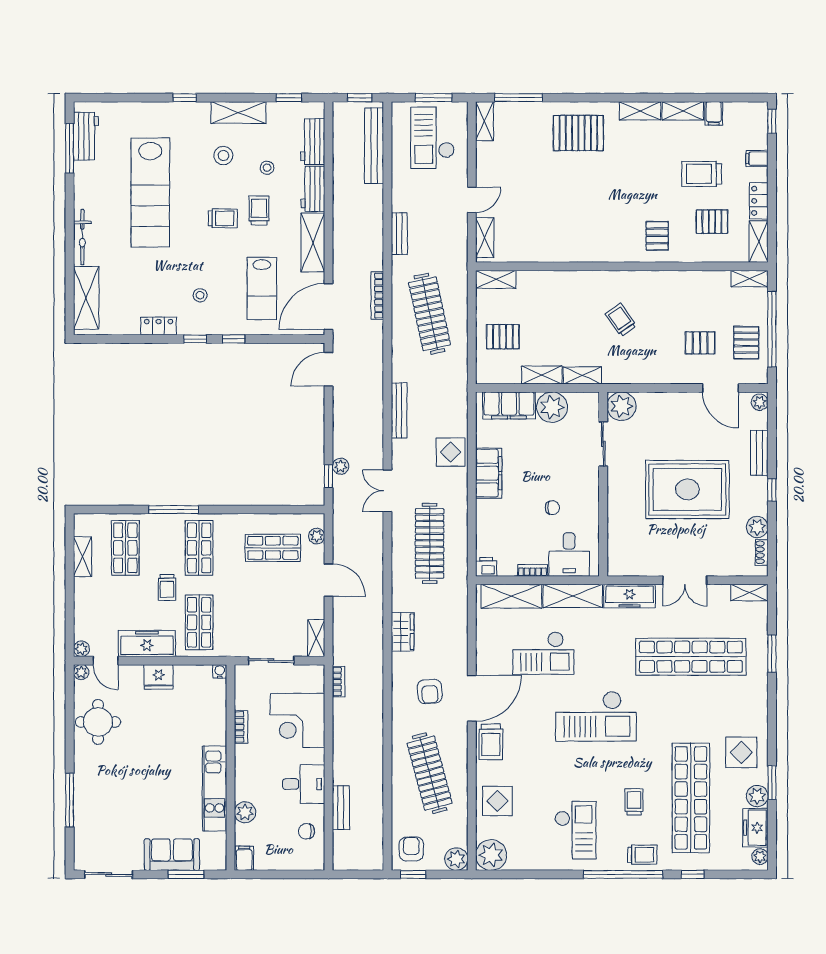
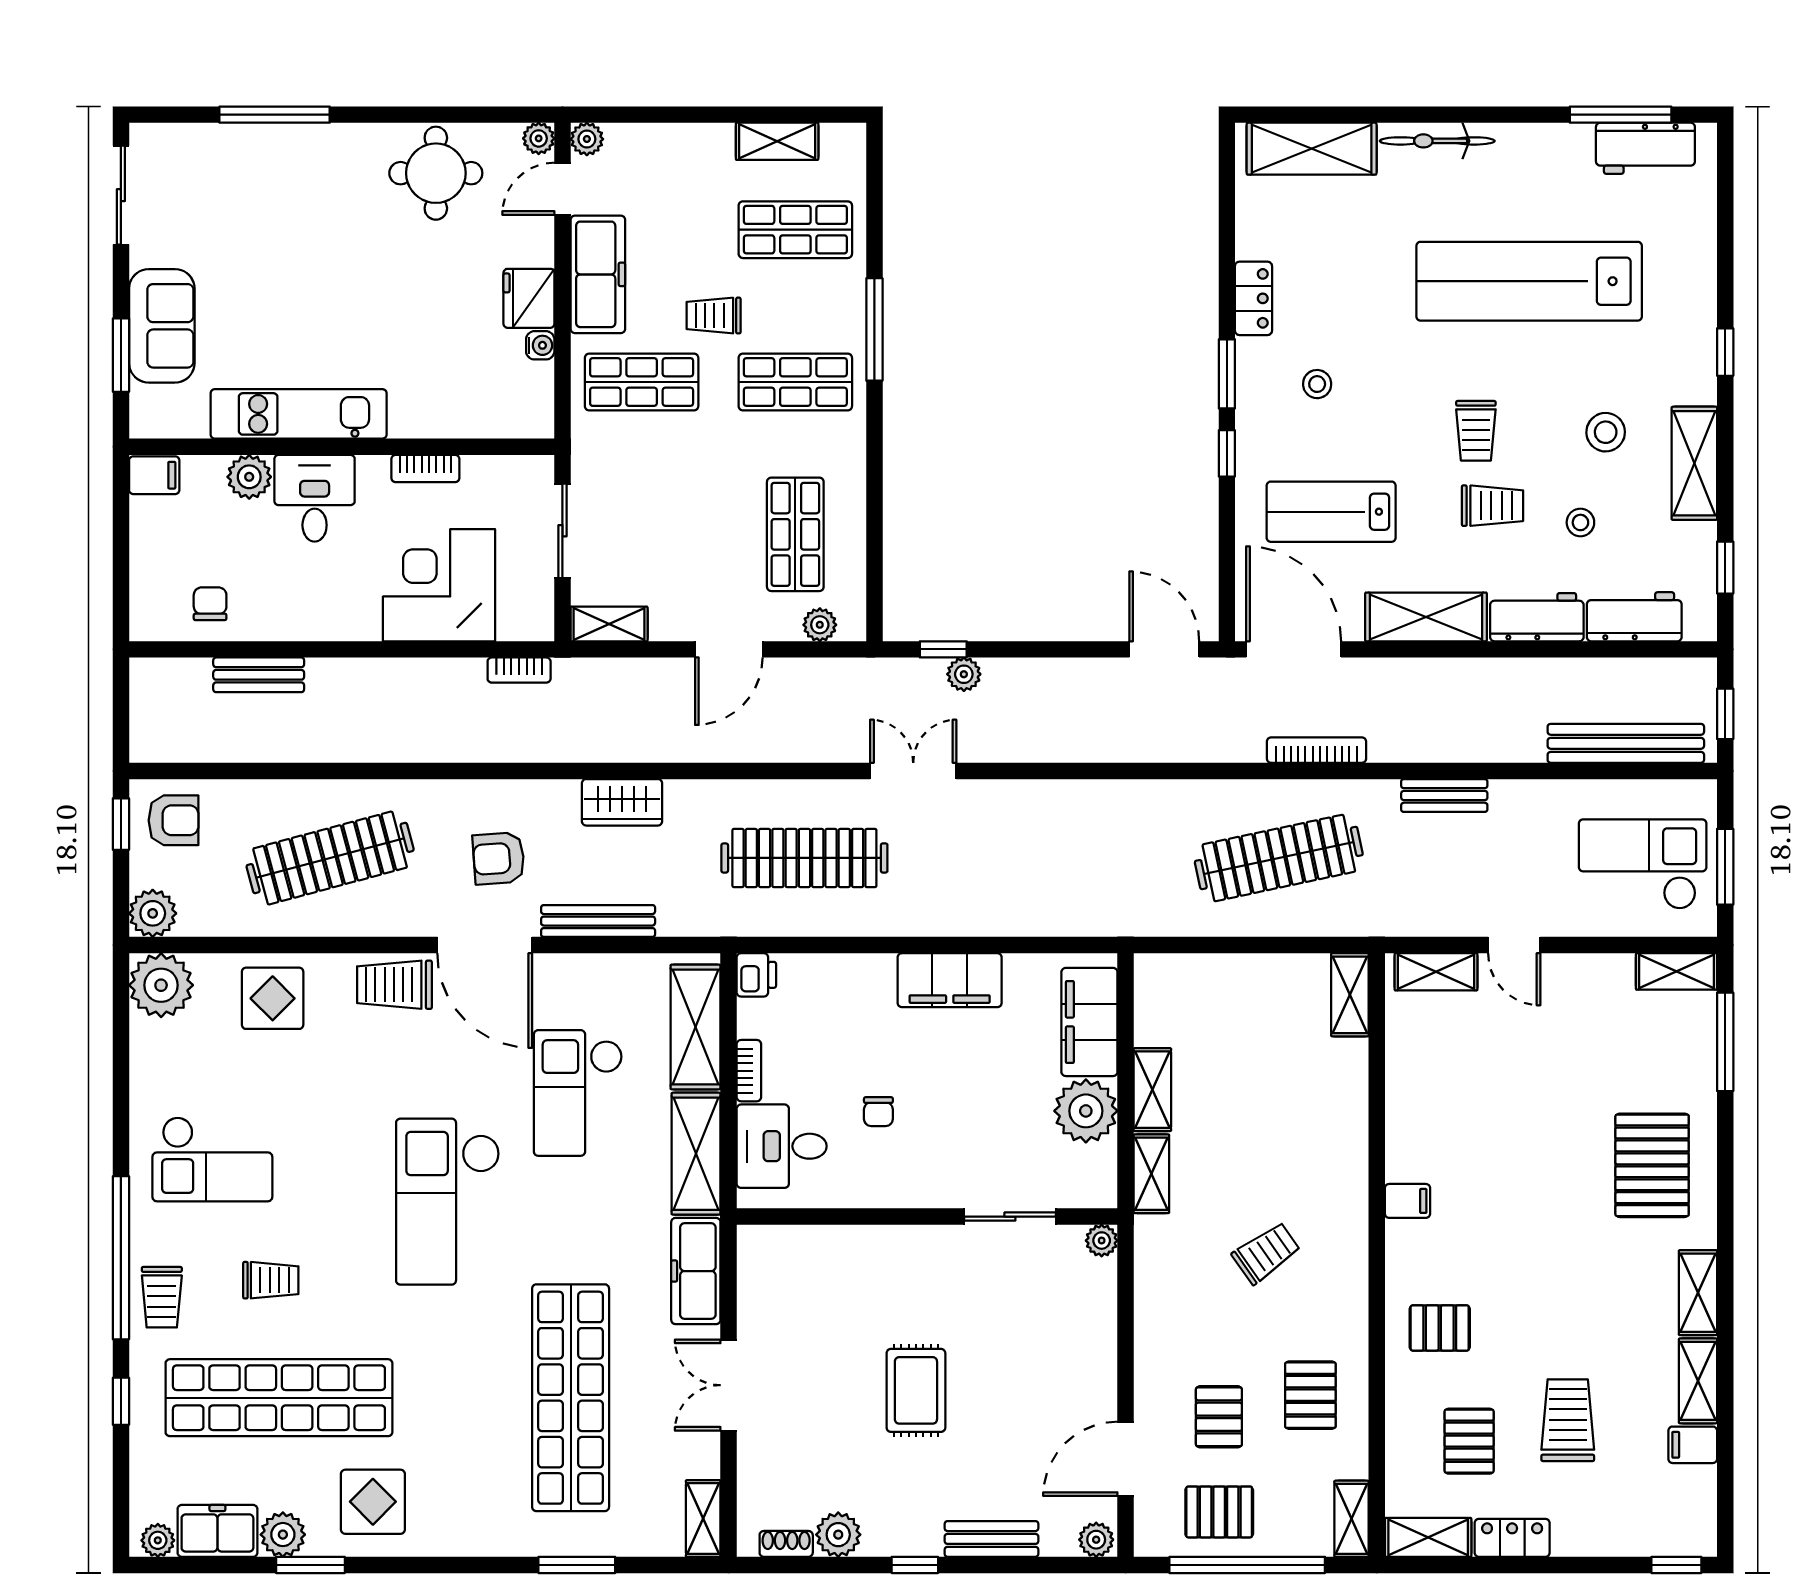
filing cabinet: (757, 159) -> (1407, 1201), moved, turned 90
pallet: (503, 337) -> (1310, 1395), moved
window: (195, 339) -> (1227, 374), width x1.50
plant: (622, 406) -> (1102, 1241), width x0.53, depth x0.53
bench: (399, 410) -> (598, 921), moved
display table: (451, 452) -> (993, 902), removed
rug: (687, 489) -> (916, 1390), width x0.54, depth x0.49
water cooler: (220, 671) -> (540, 345), moved
desk: (304, 784) -> (315, 498), moved, turned 180

